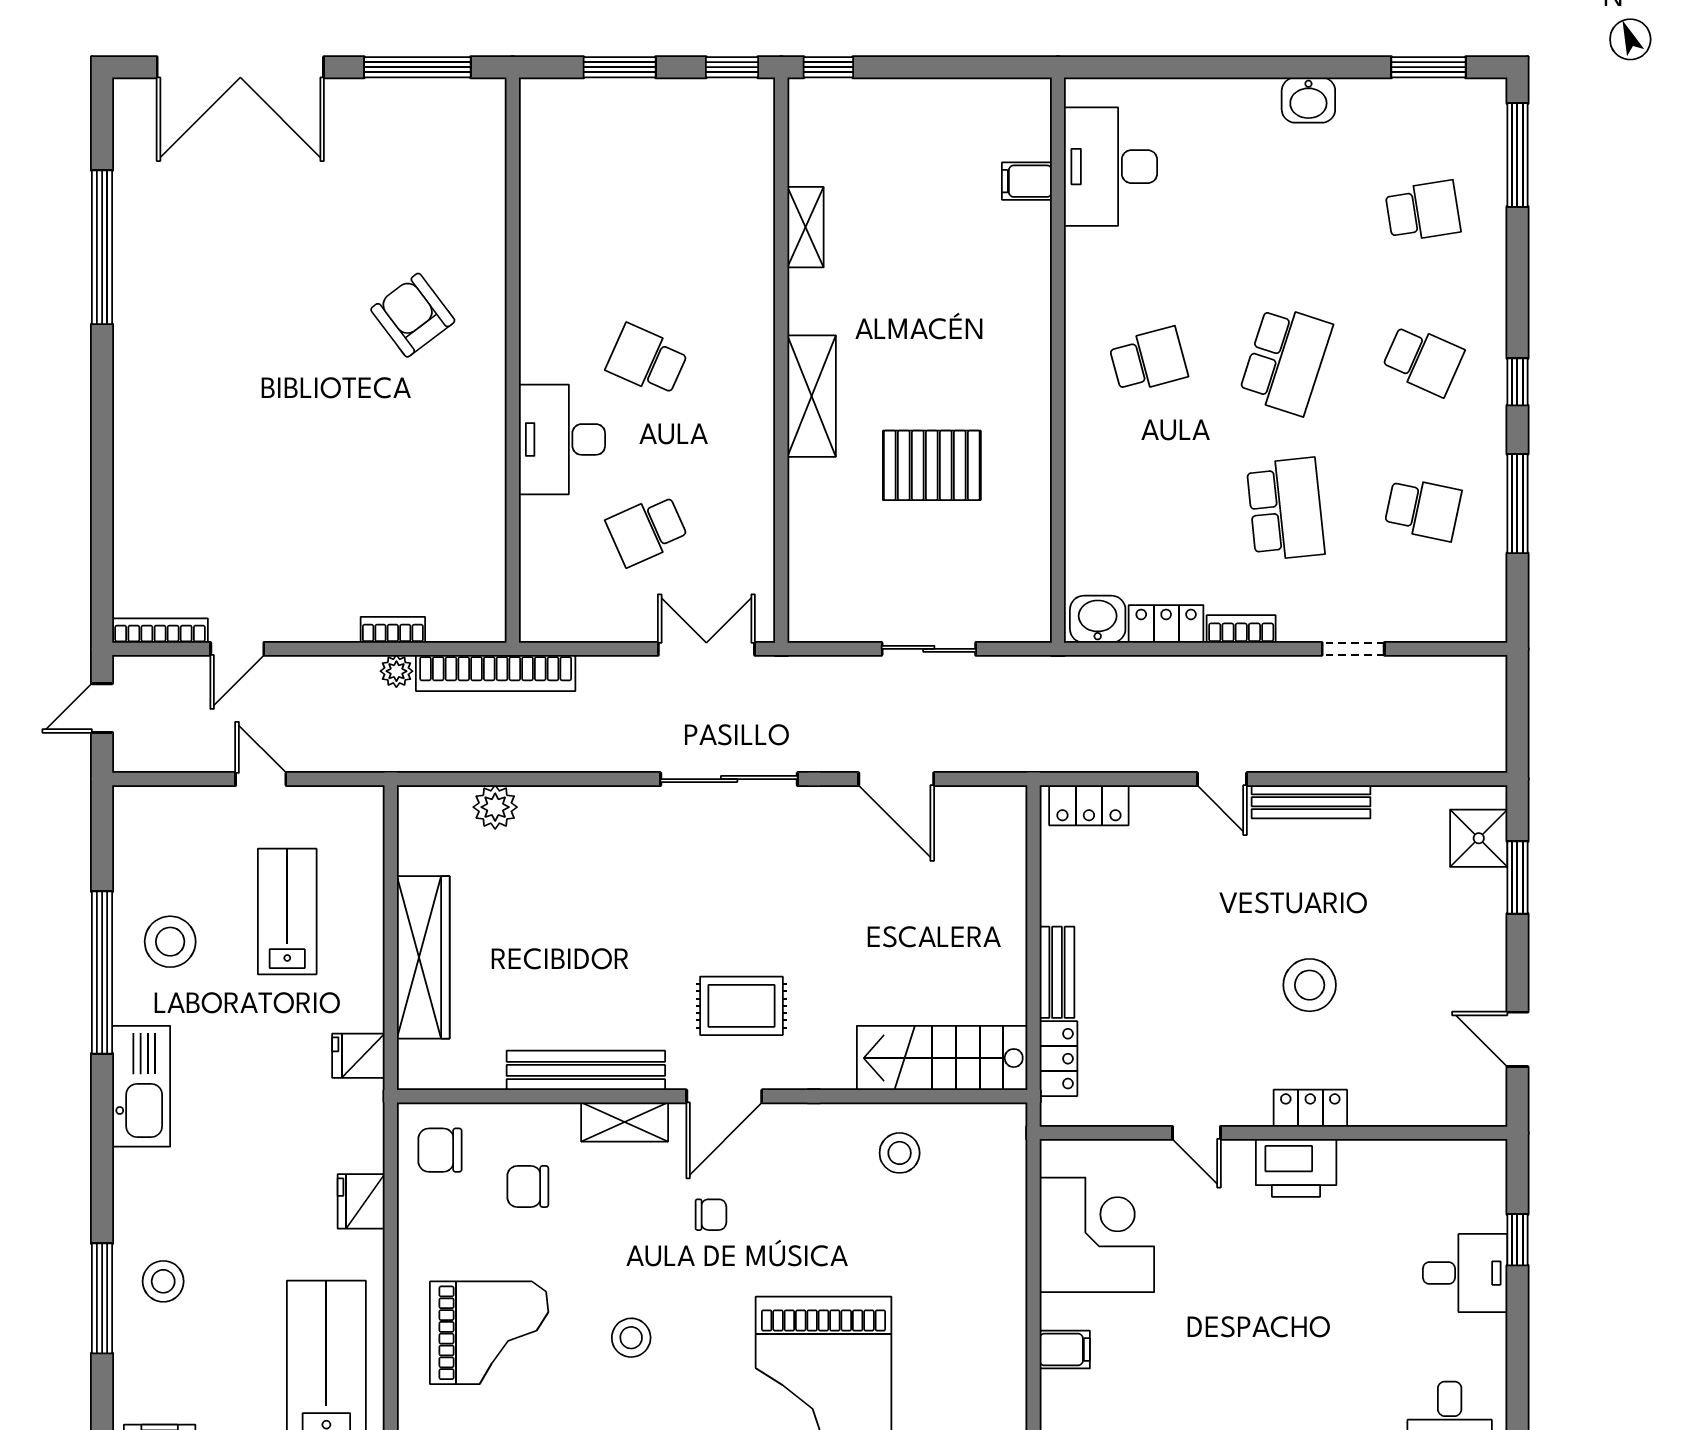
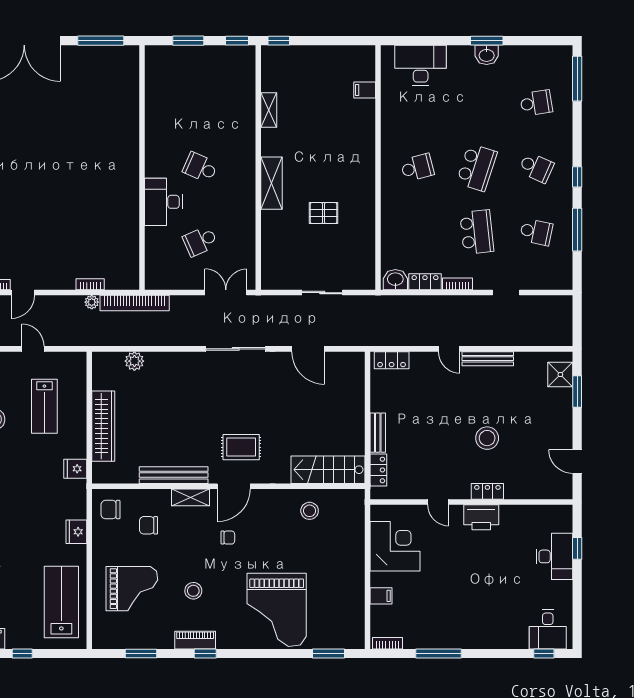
window: (1428, 67) -> (487, 41), moved
desk: (1111, 167) -> (421, 65), moved, turned 90
armchair: (413, 315) -> (99, 148), removed
pallet: (932, 465) -> (324, 213), width x0.67, depth x0.71
lab bench: (287, 911) -> (44, 406), turned 180
desk: (1465, 1273) -> (554, 556), width x1.37

